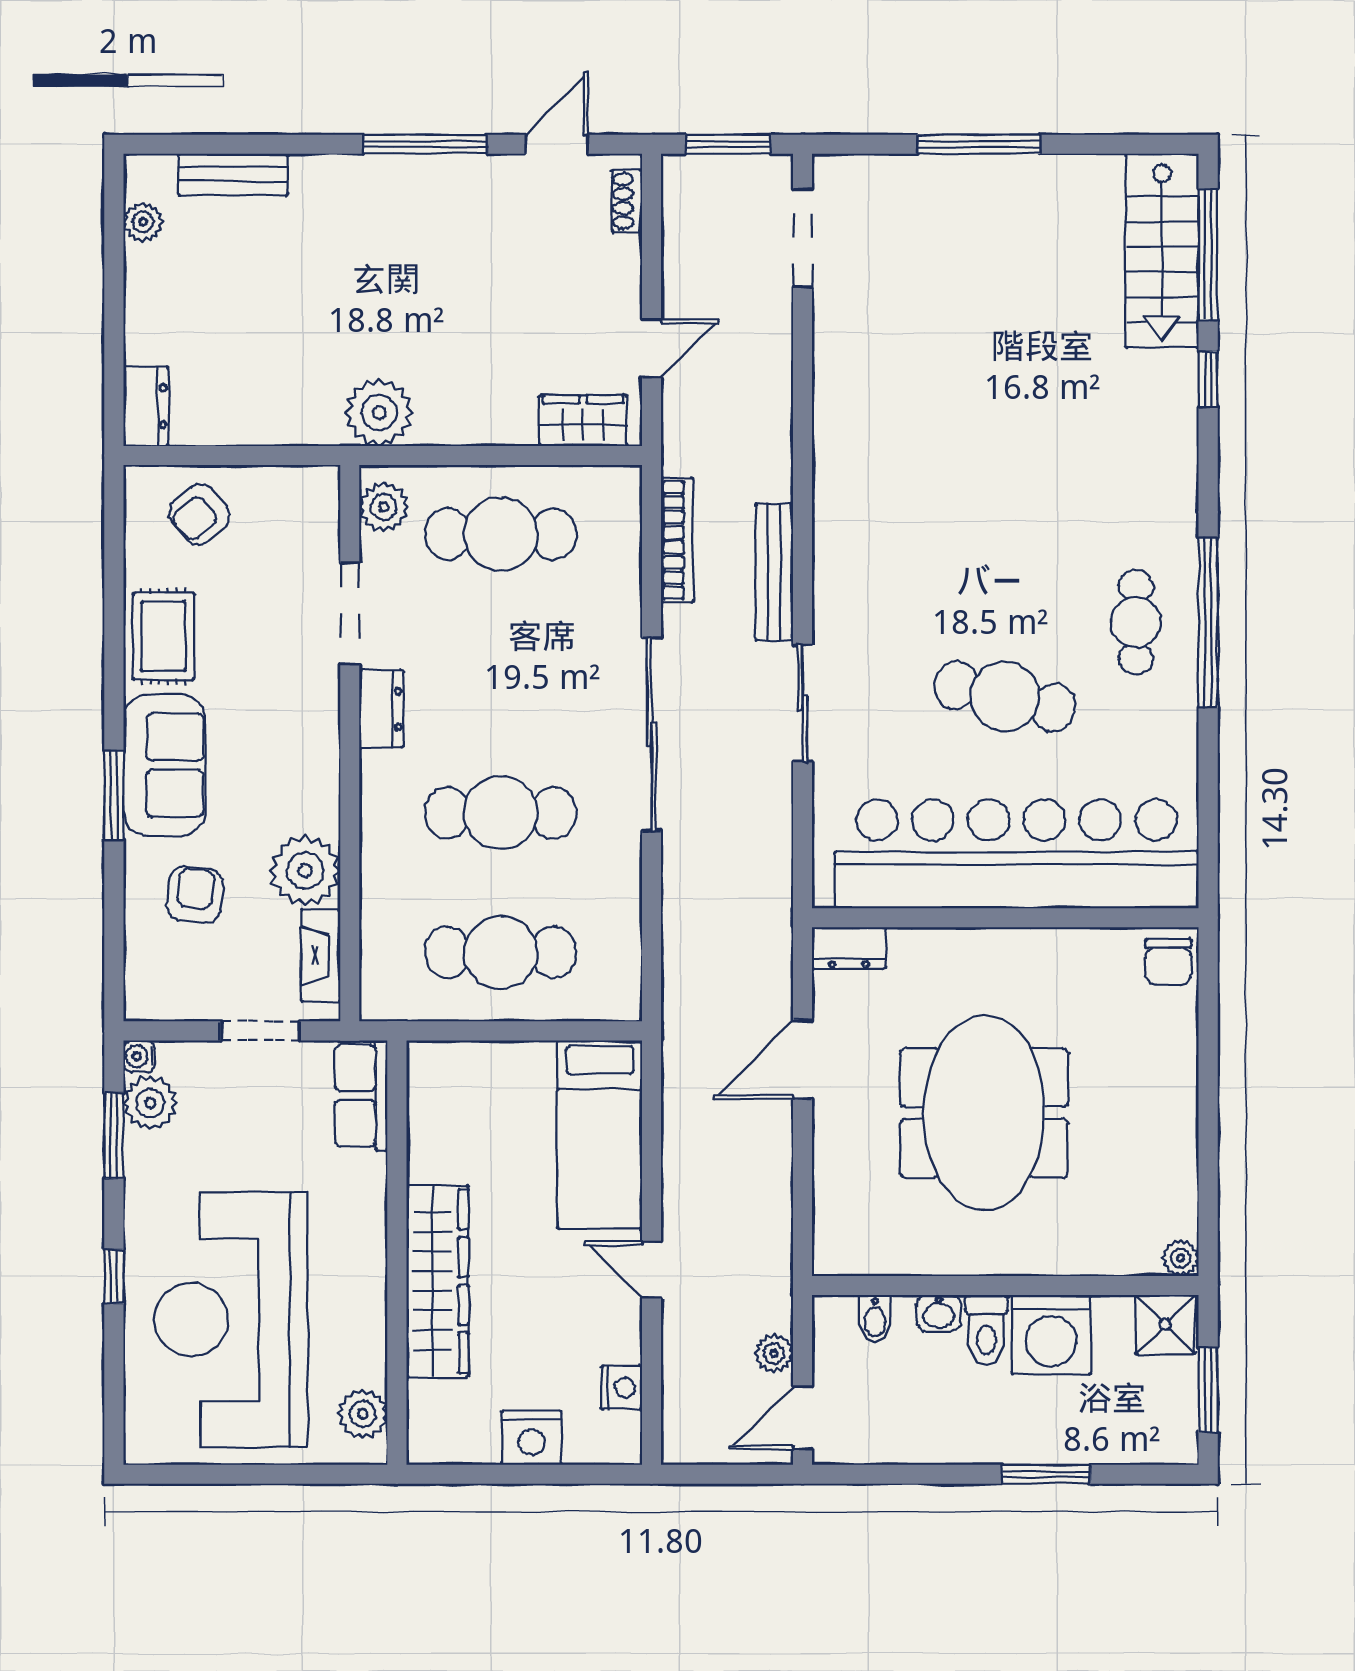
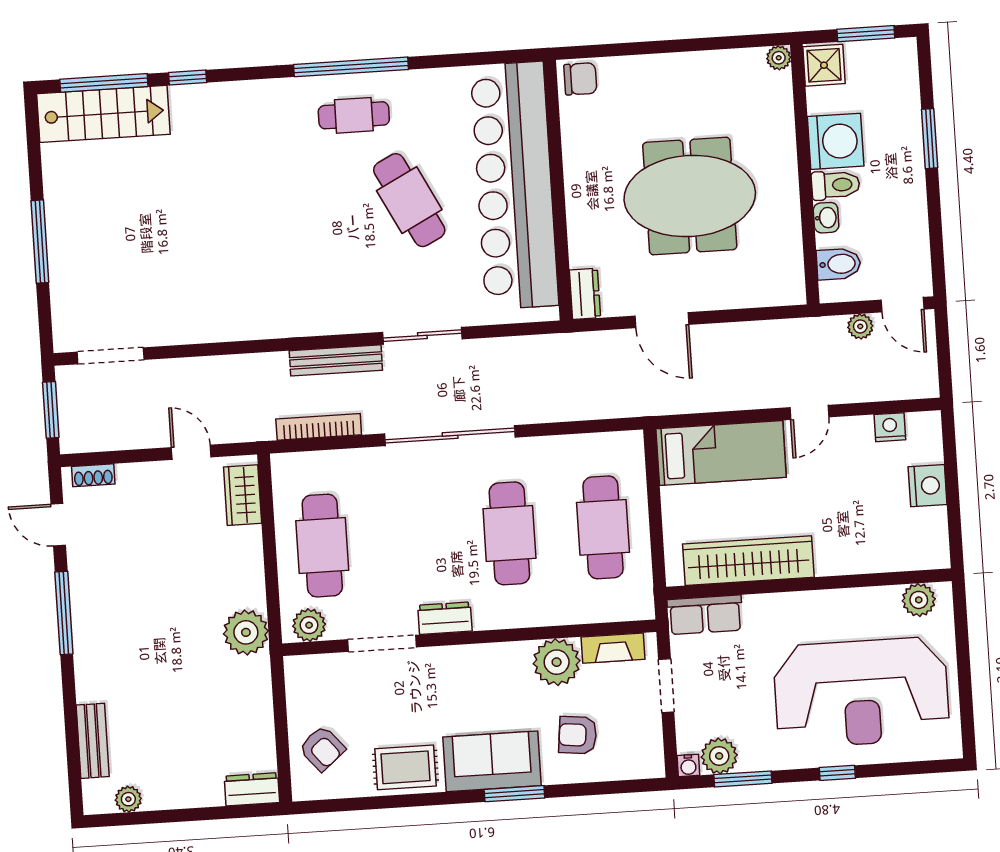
cafe table: (1005, 696) -> (409, 200), turned -40
wardrobe: (437, 1281) -> (748, 561), moved
bidet: (875, 1319) -> (839, 264), width x1.38, depth x1.36

